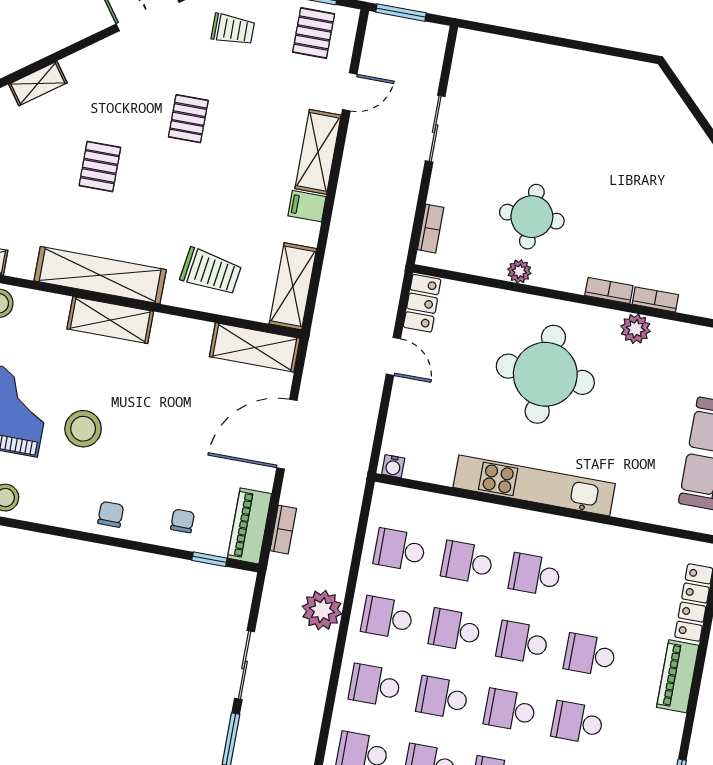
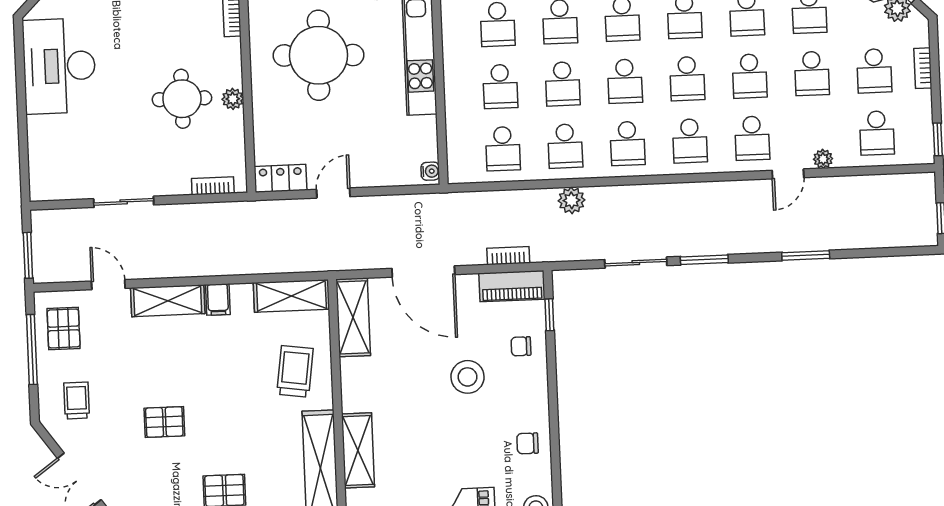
pallet: (314, 33) -> (64, 328), turned 90
desk: (597, 93) -> (59, 66), added
stool: (83, 429) -> (468, 377), moved
chair: (111, 514) -> (528, 443), moved
plant: (322, 610) -> (572, 200), width x0.73, depth x0.73

